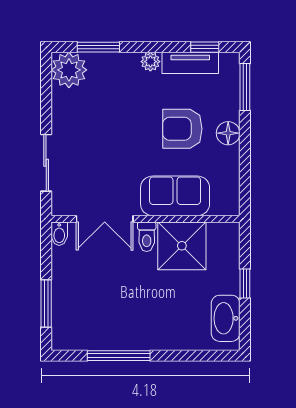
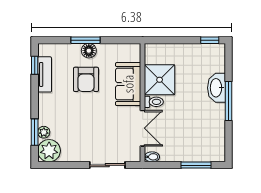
plant: (150, 62) -> (44, 132), moved
window: (245, 87) -> (85, 40), moved
window: (245, 283) -> (210, 40), moved
washbasin: (226, 318) -> (217, 88), moved, turned 90
window: (119, 356) -> (229, 101), moved

